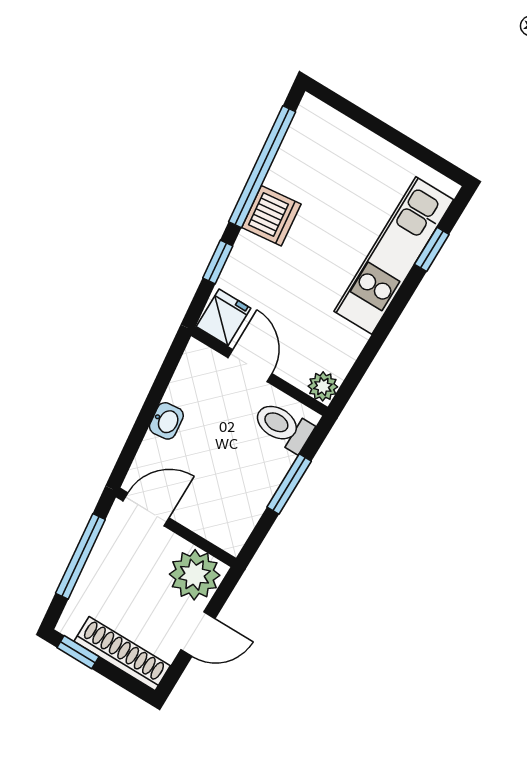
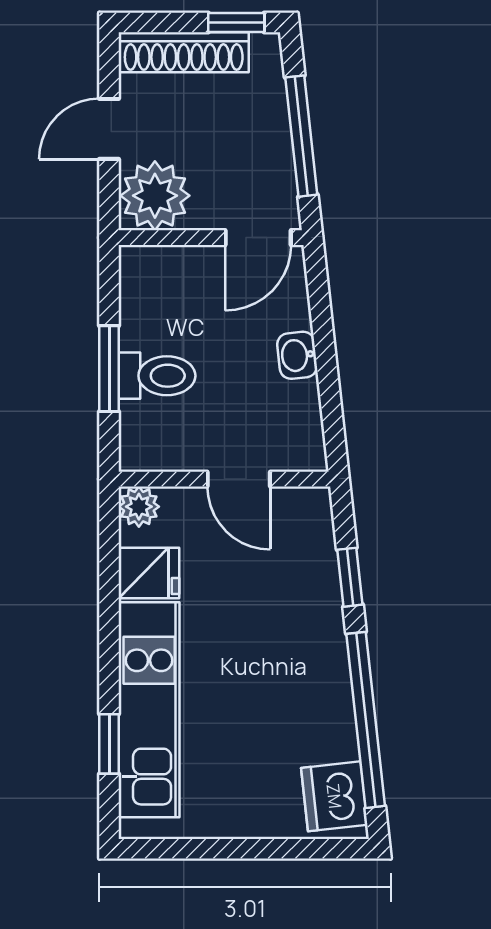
dishwasher: (271, 216) -> (334, 796), moved
fridge: (223, 317) -> (149, 573), moved, turned -90
toilet: (283, 426) -> (157, 376), moved

